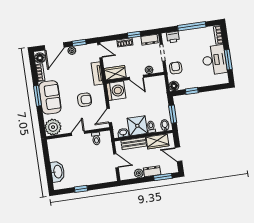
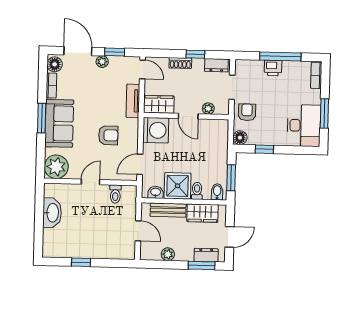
printer: (173, 37) -> (273, 68), moved
door: (54, 46) -> (78, 51), swing flipped
desk: (214, 60) -> (304, 125), moved
door: (179, 154) -> (230, 237), swing flipped
dresser: (152, 171) -> (206, 255), moved
washbasin: (58, 172) -> (52, 213), moved

